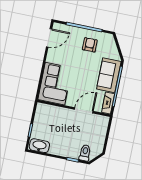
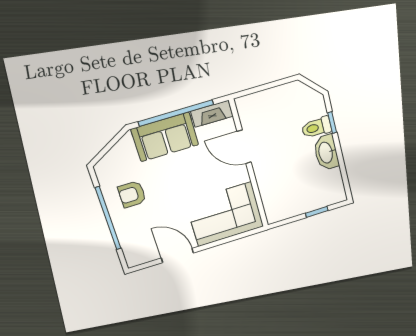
door: (49, 38) -> (177, 255), moved
washbasin: (39, 146) -> (326, 152), moved
toilet: (85, 153) -> (316, 127), moved

